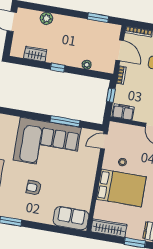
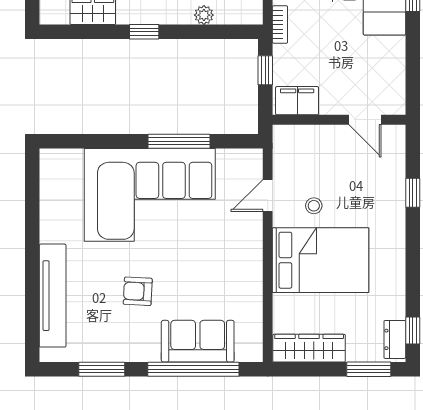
door: (104, 141) -> (268, 195), moved
sofa: (71, 218) -> (198, 341), moved
window: (53, 229) -> (193, 369), added

